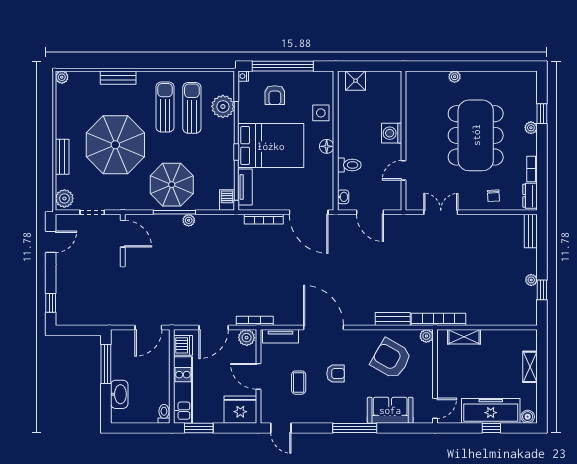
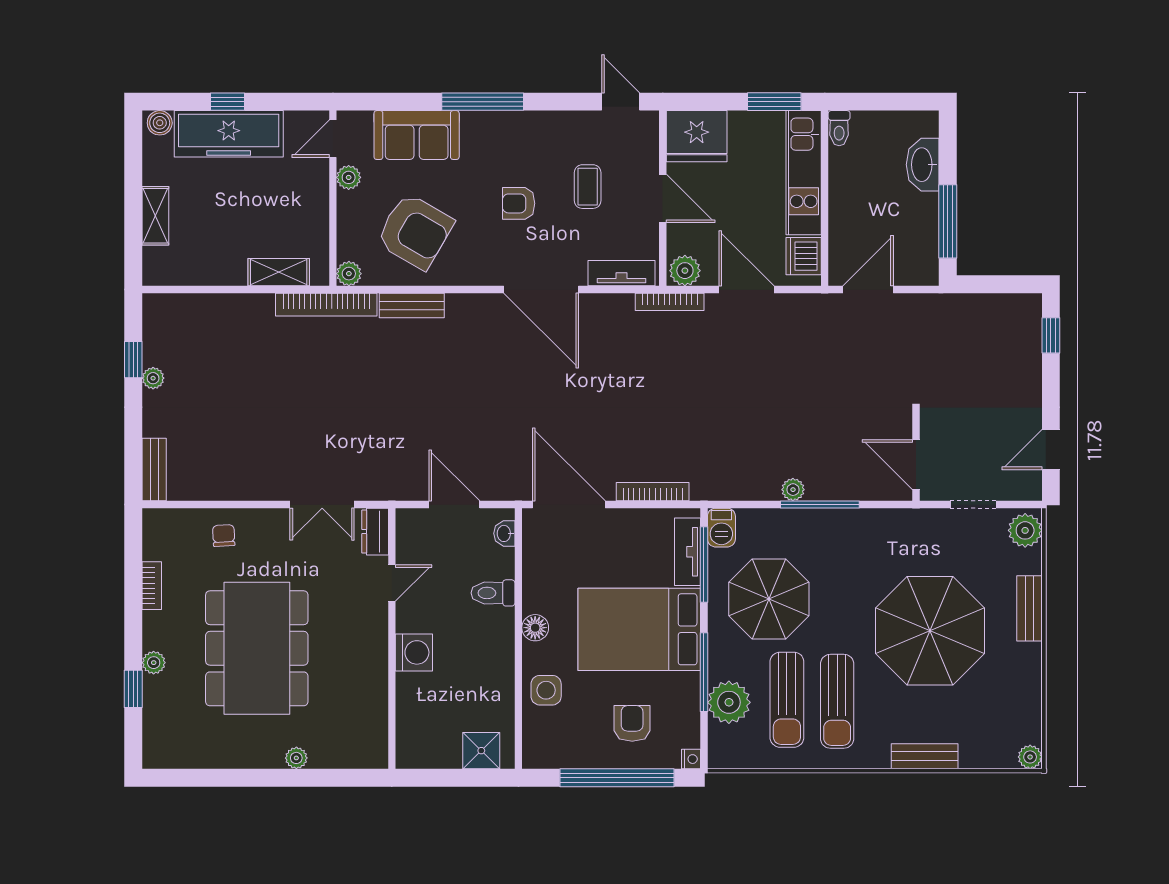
parasol: (172, 185) -> (769, 599), moved
dresser: (530, 196) -> (375, 532), moved, turned 180
door: (214, 327) -> (747, 290), hinge flipped
plant: (427, 387) -> (349, 177), added

